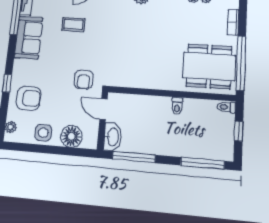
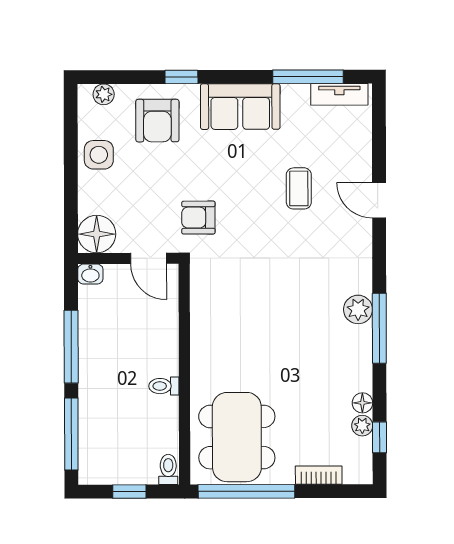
sofa: (29, 38) -> (240, 107), moved
door: (104, 109) -> (148, 258), swing flipped
floor lamp: (71, 136) -> (97, 234), moved
washbasin: (113, 137) -> (90, 274), width x0.52, depth x0.69
window: (134, 157) -> (71, 347), moved

